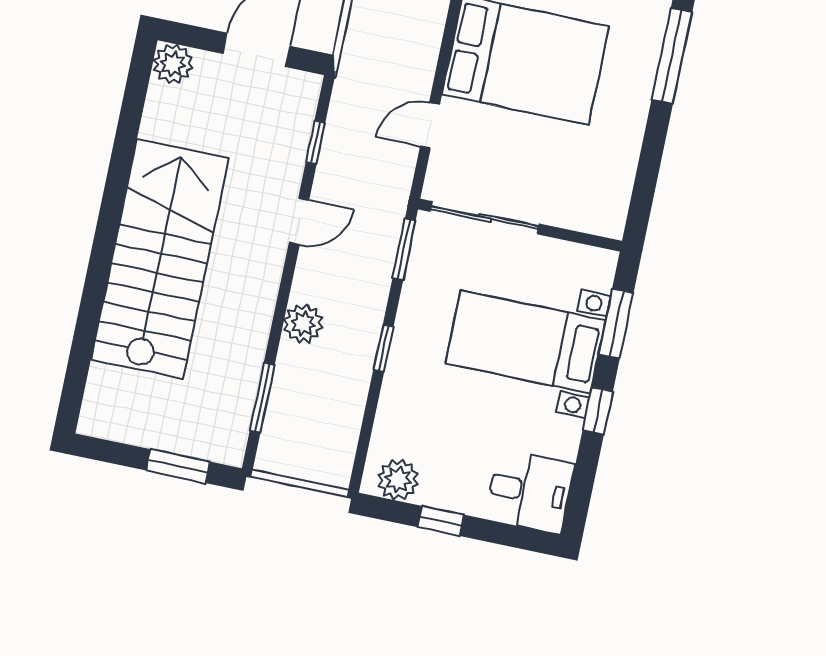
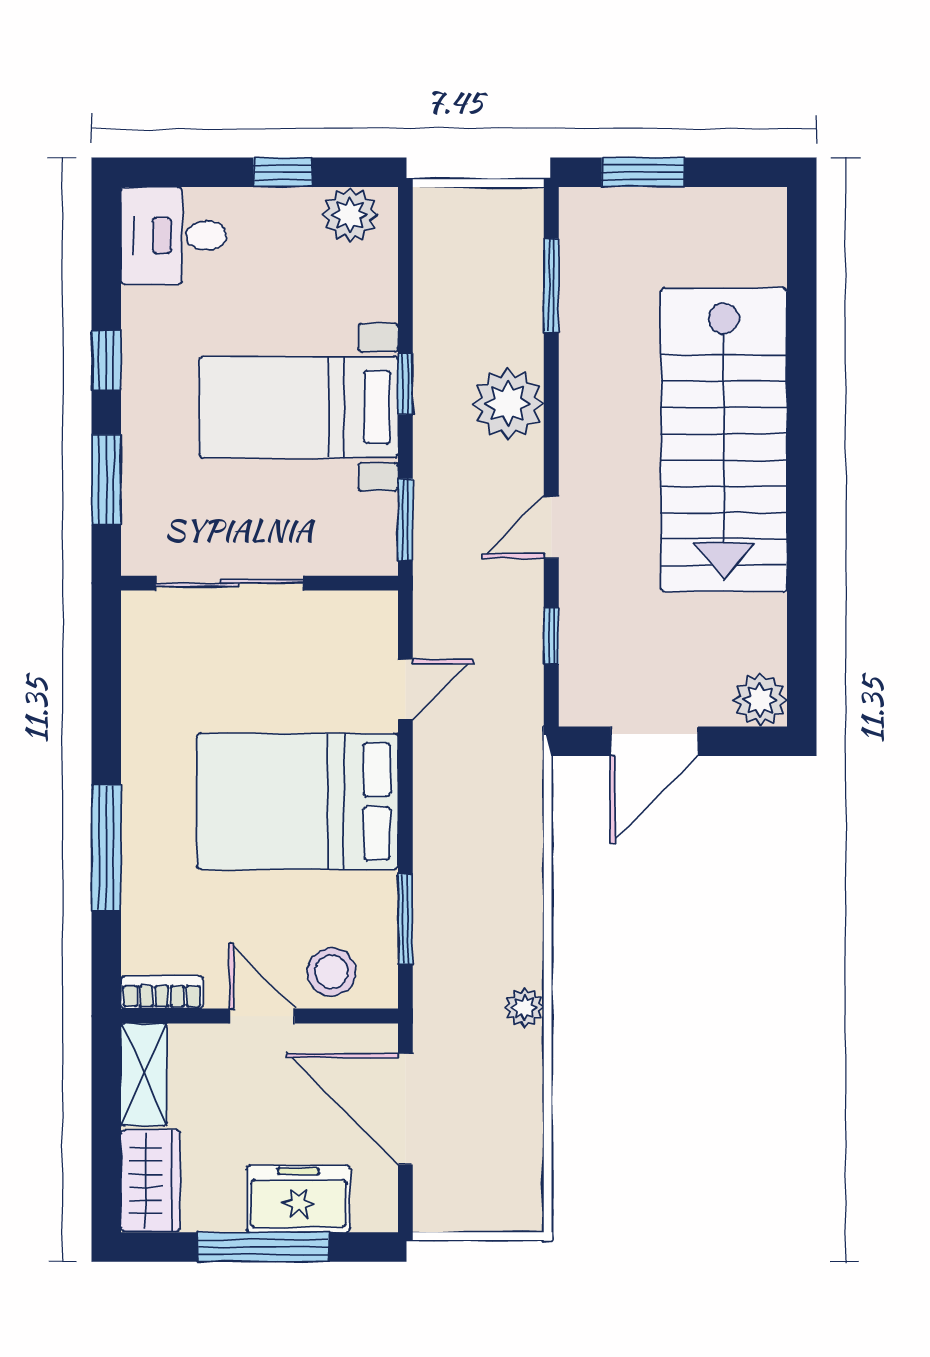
sliding door: (485, 218) -> (229, 583), moved
plant: (303, 324) -> (508, 404), width x1.36, depth x1.36
bed with nightstands: (525, 342) -> (299, 407), moved, turned 180

